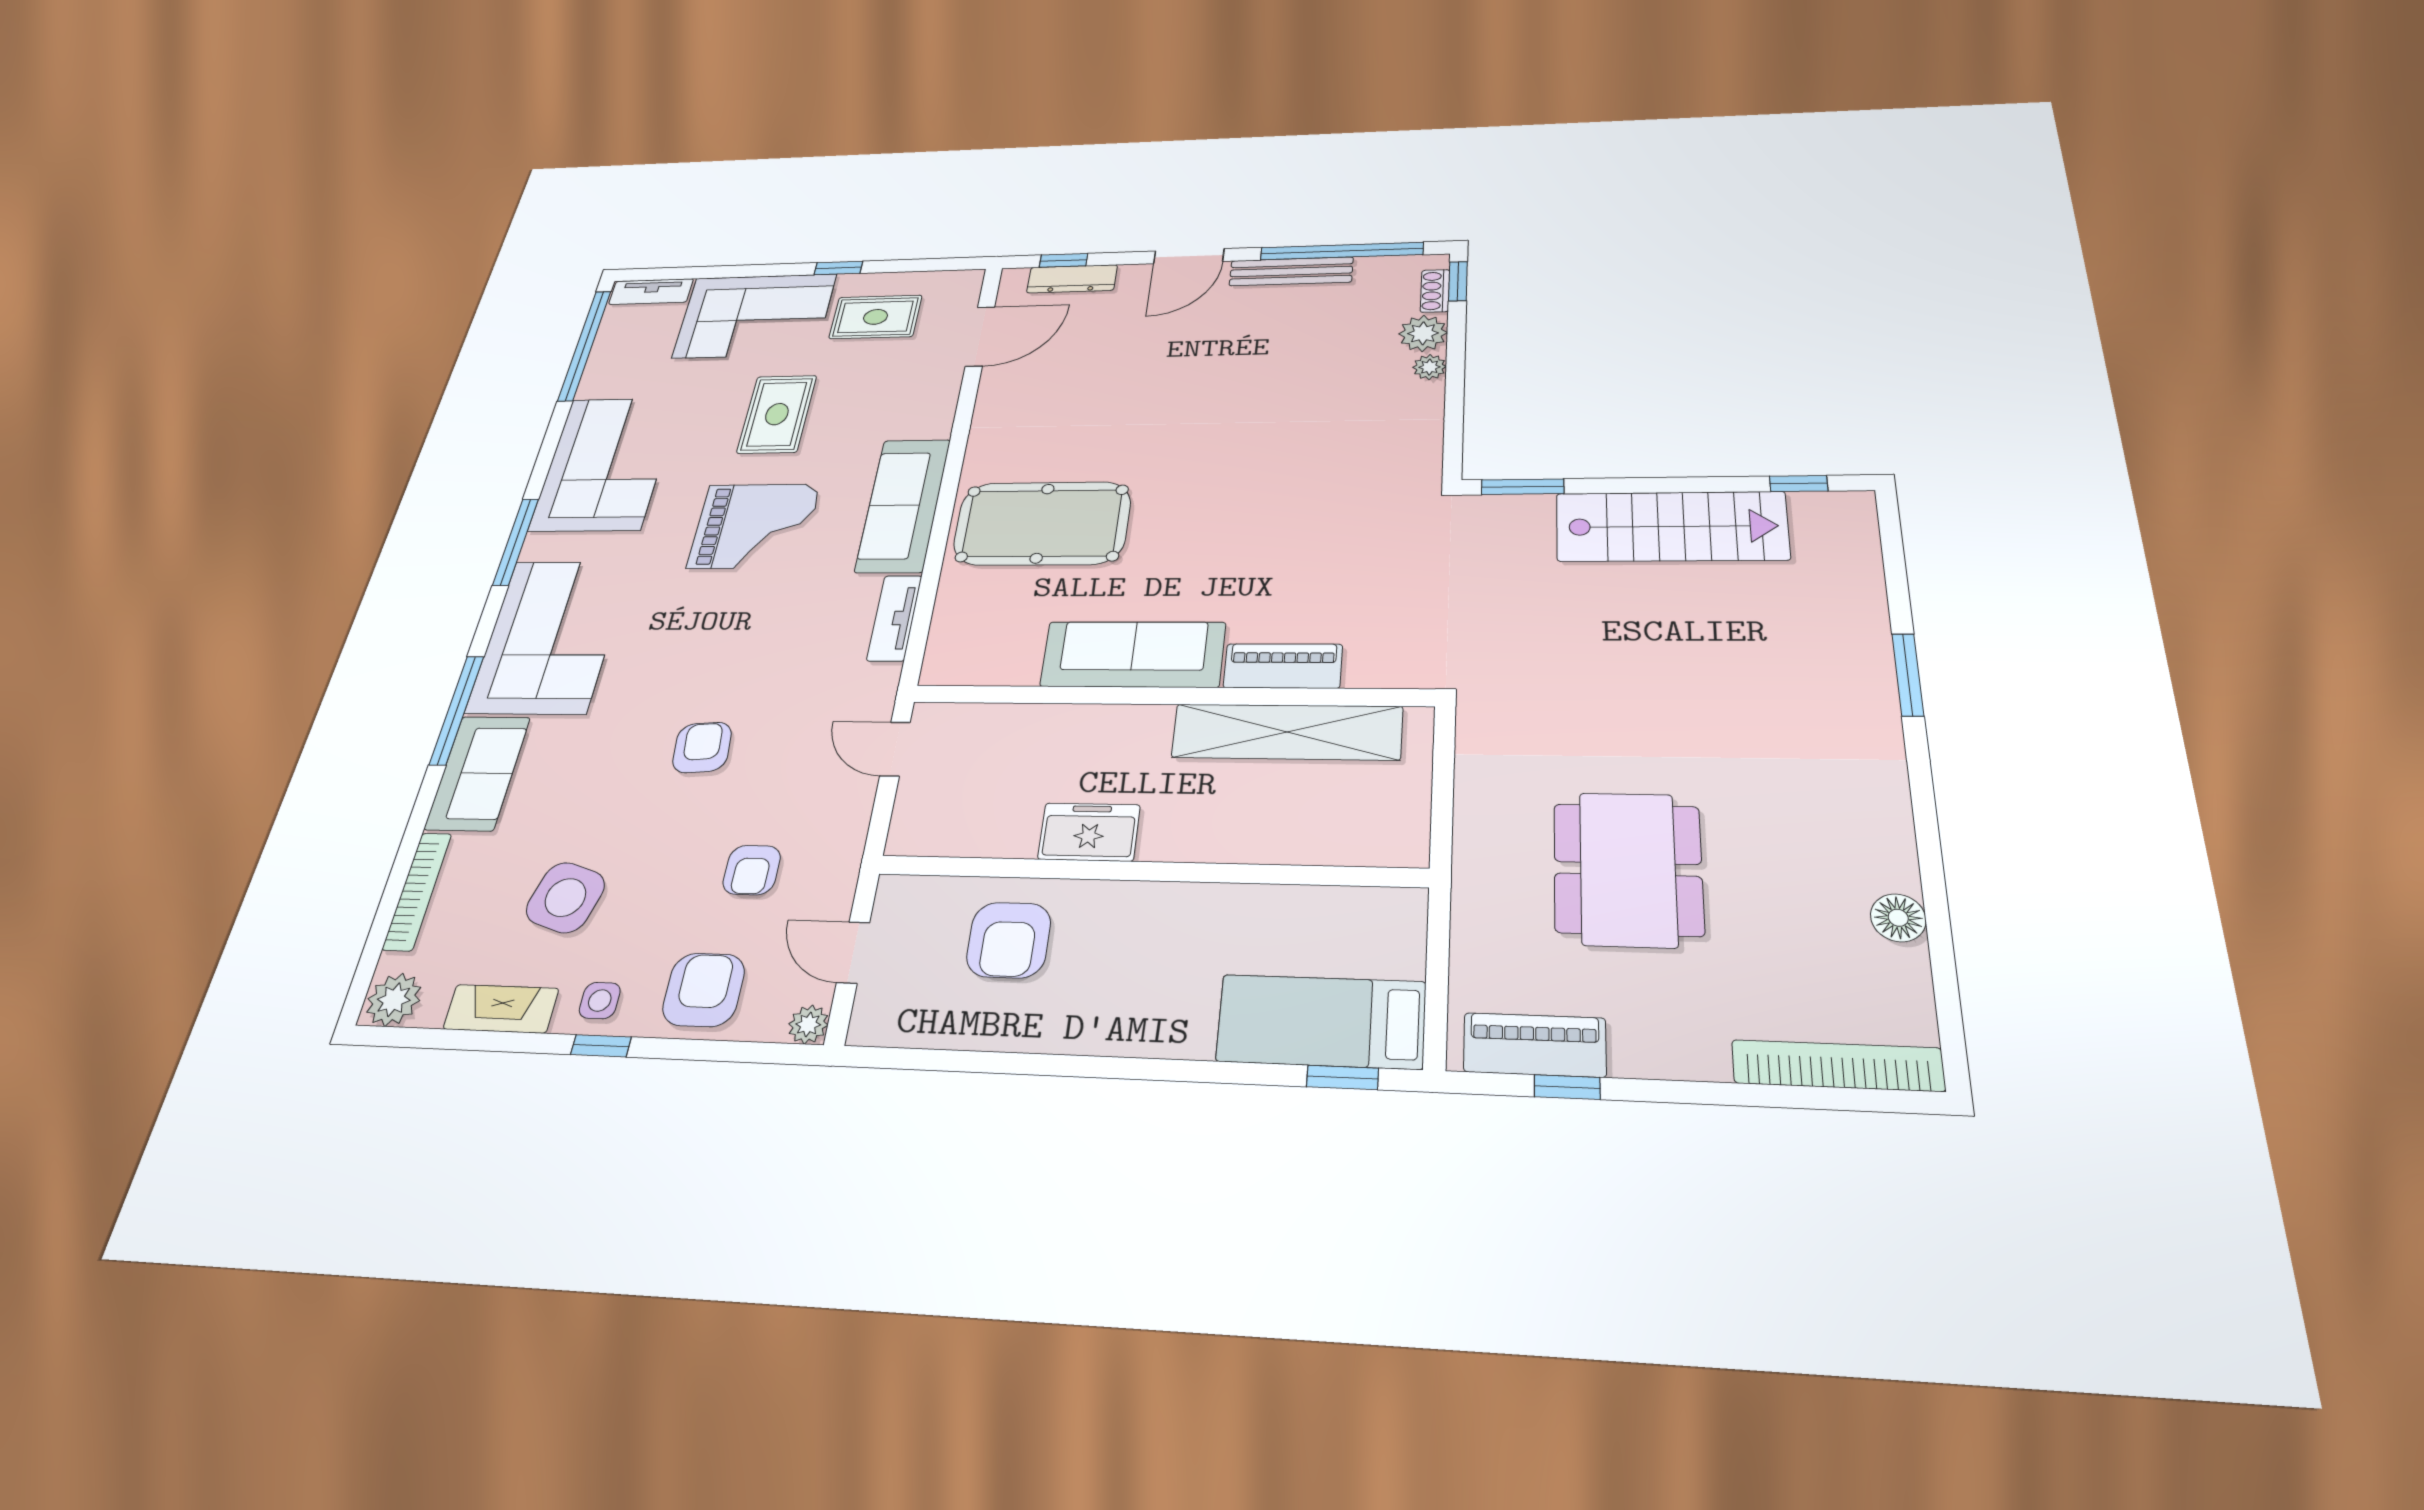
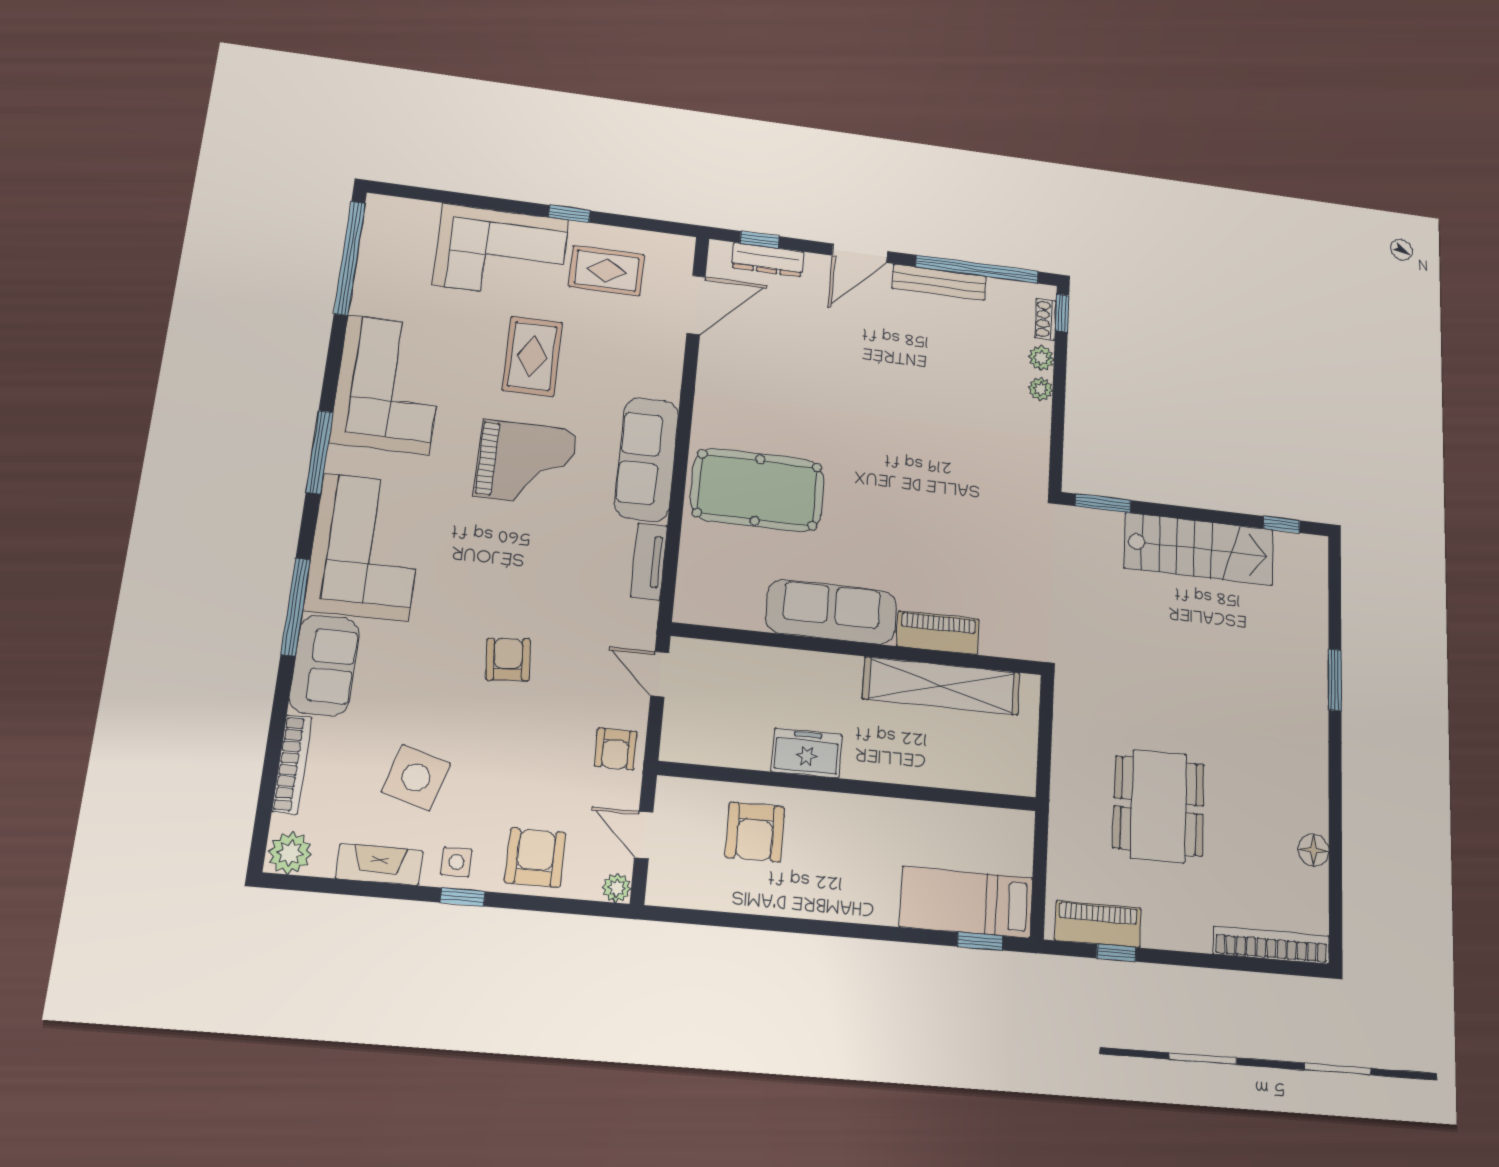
tv unit: (651, 292) -> (403, 210), removed
plant: (1423, 333) -> (1041, 358), width x0.73, depth x0.73
armchair: (752, 870) -> (616, 749), moved

